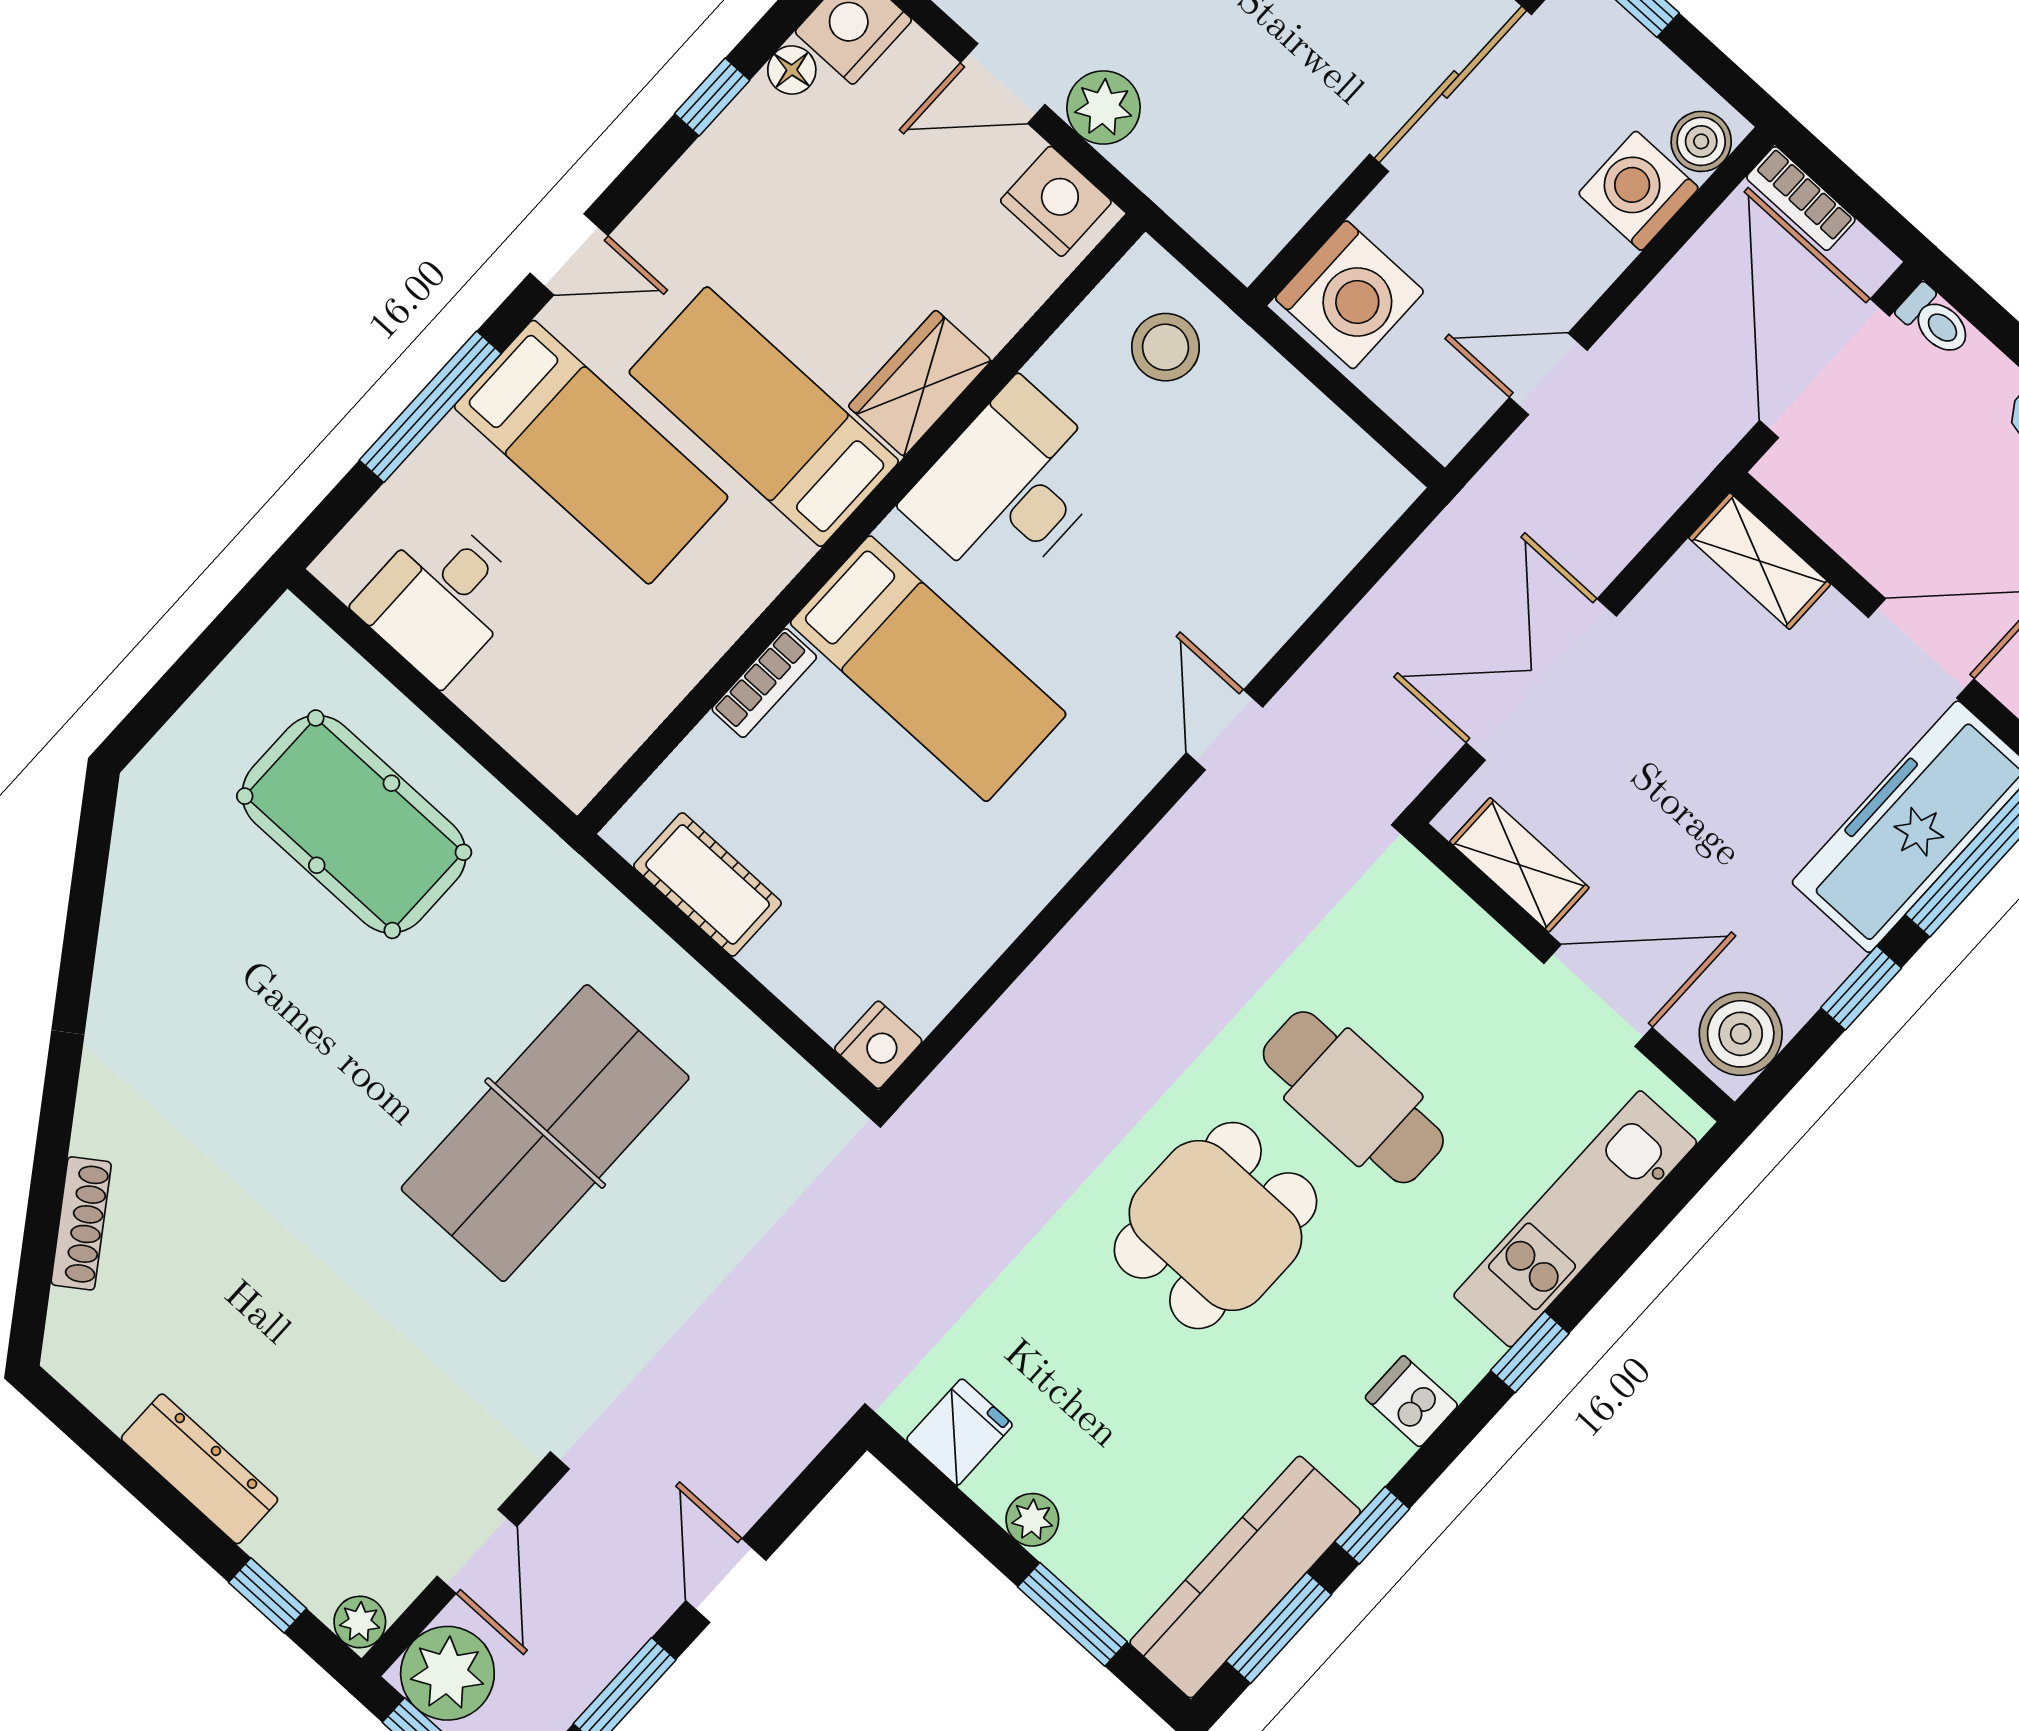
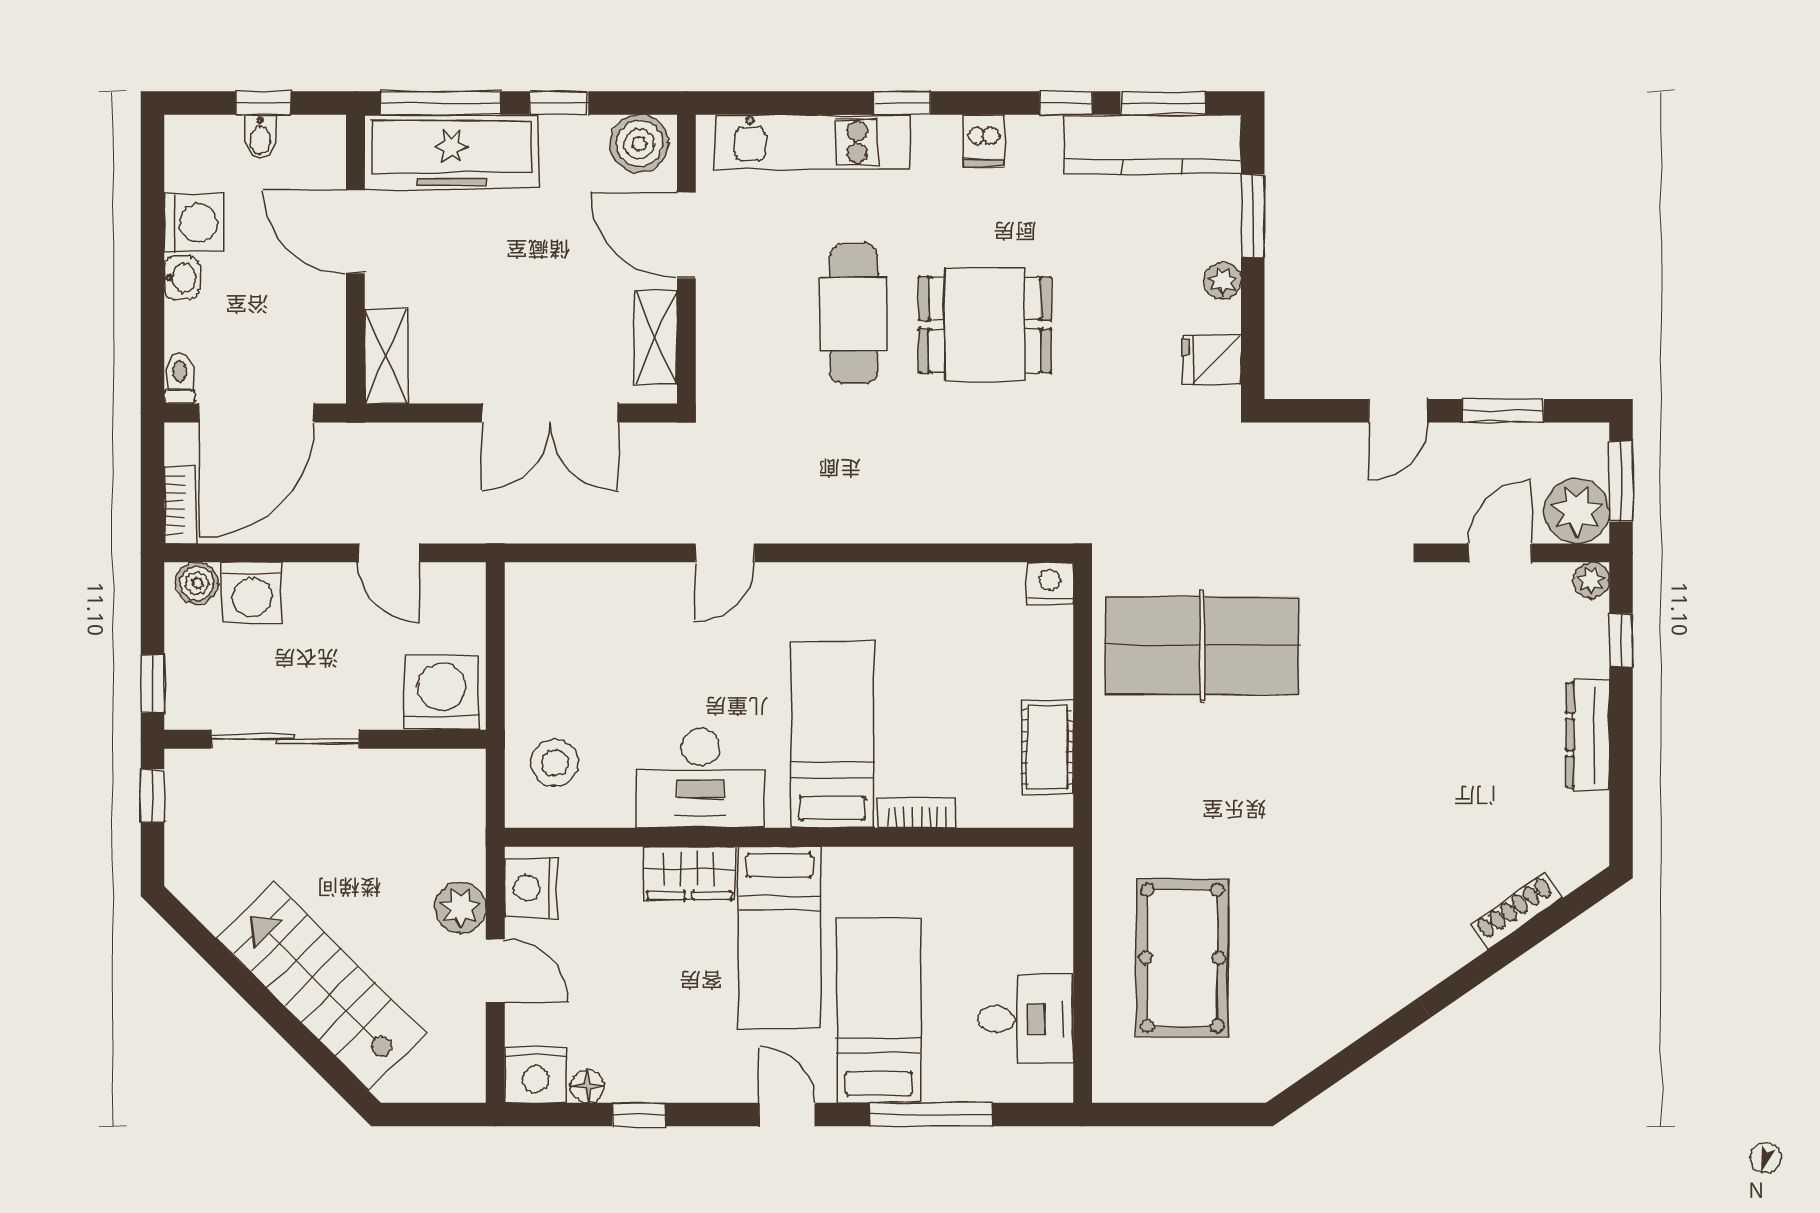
table tennis table: (545, 1133) -> (1202, 645), moved

